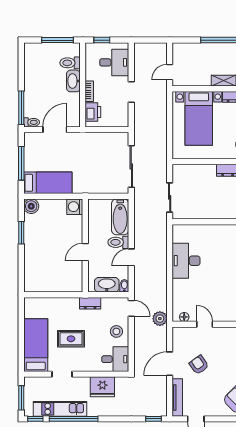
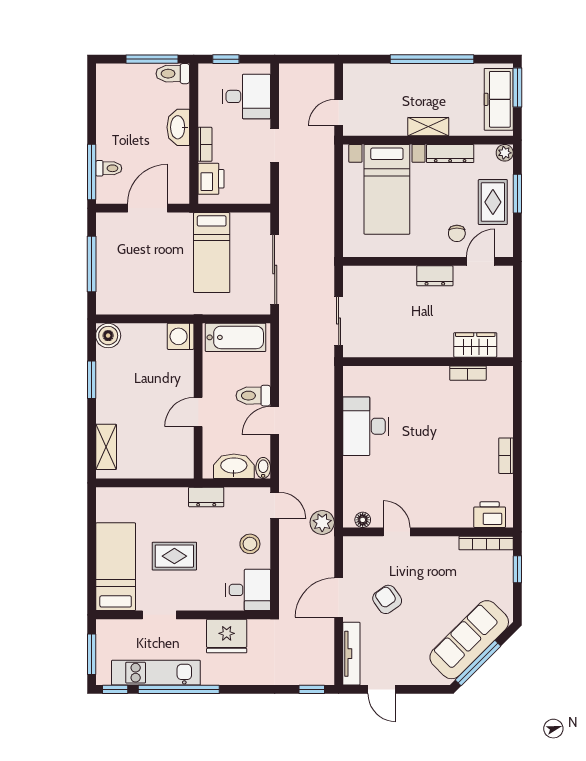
toilet: (70, 63) -> (173, 74), moved
toilet: (32, 122) -> (109, 168), moved
bed: (48, 183) -> (212, 253), moved, turned 90
bathtub: (120, 217) -> (236, 337), moved, turned -90
shelving: (30, 273) -> (106, 447), added

